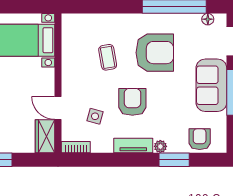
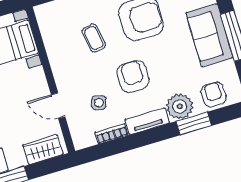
wardrobe: (45, 136) -> (43, 150), moved, turned 90
plant: (160, 146) -> (180, 106), width x1.88, depth x1.88
bookcase: (76, 147) -> (111, 134), moved

